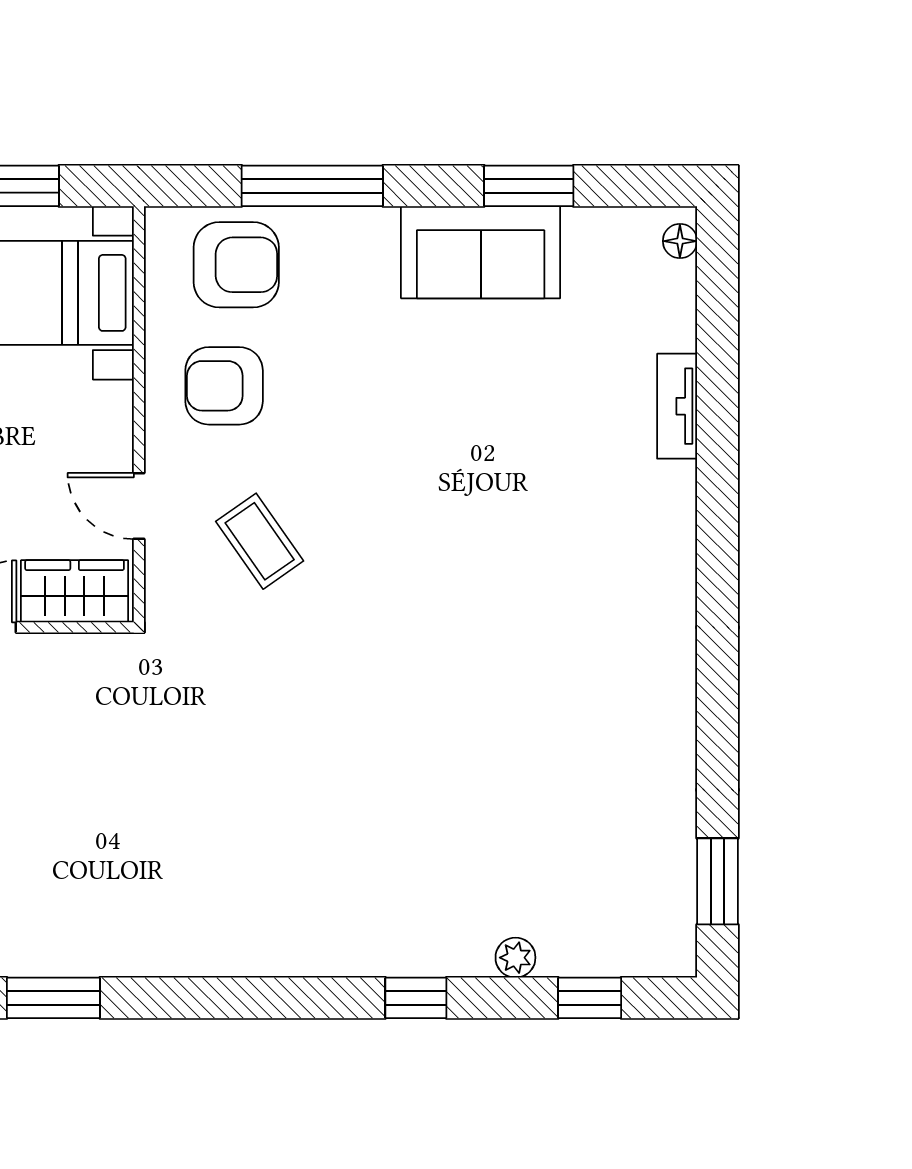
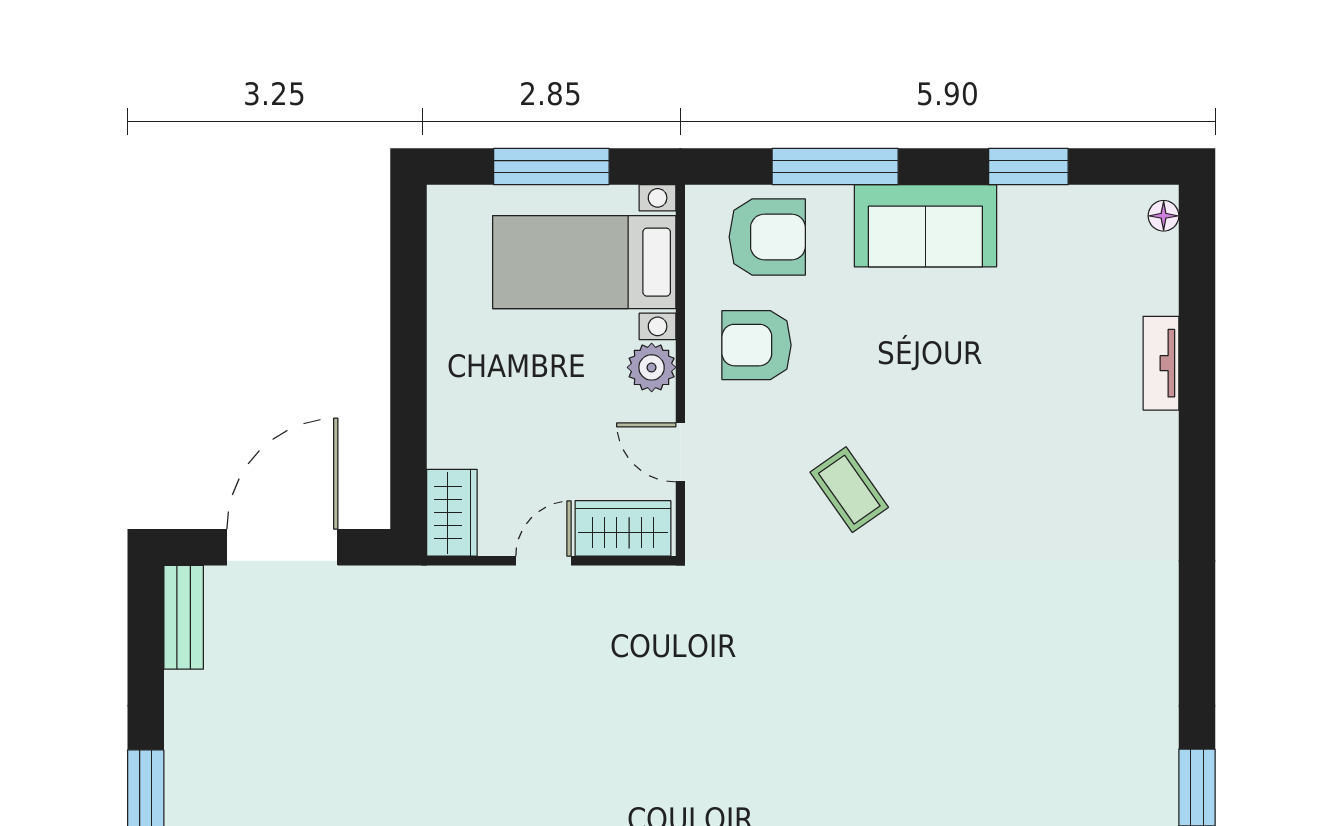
sofa: (481, 252) -> (925, 226), moved
plant: (107, 411) -> (652, 367), added
coffee table: (260, 541) -> (849, 490), moved

